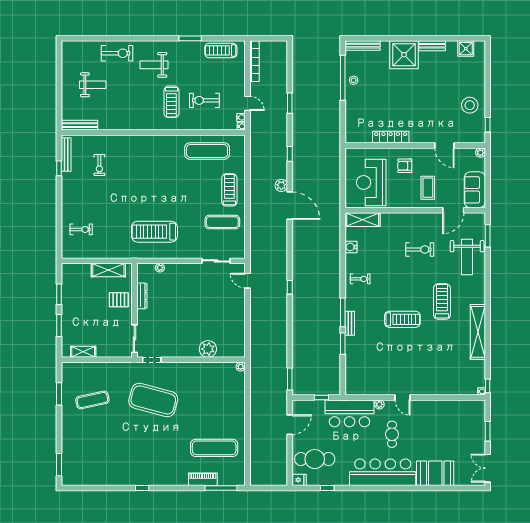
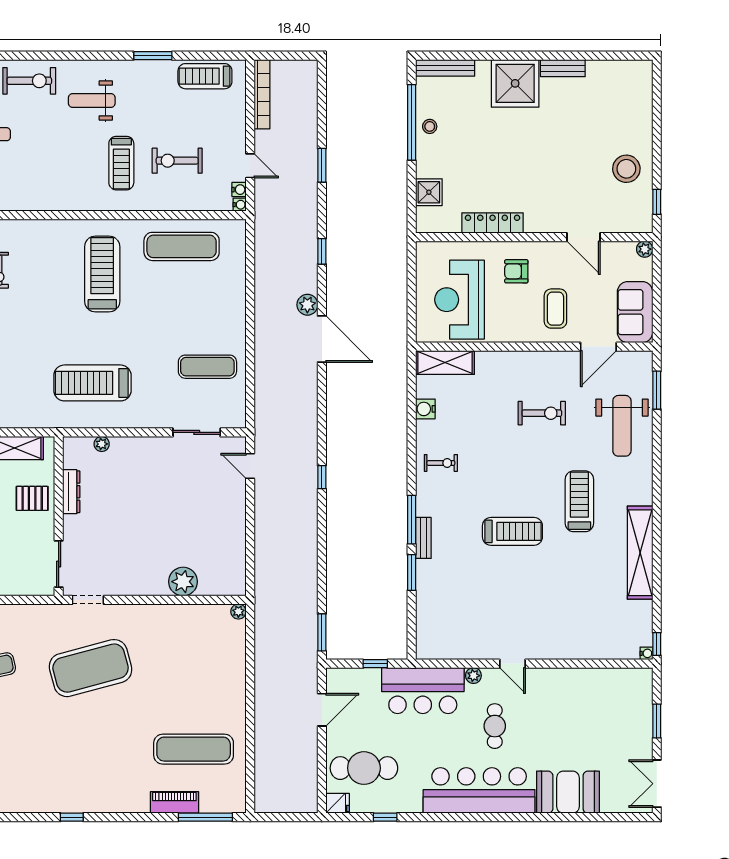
shower: (466, 49) -> (429, 192), moved
treadmill: (229, 190) -> (102, 274), moved, width x1.37, depth x1.37
exercise mat: (153, 400) -> (91, 668), turned -30

